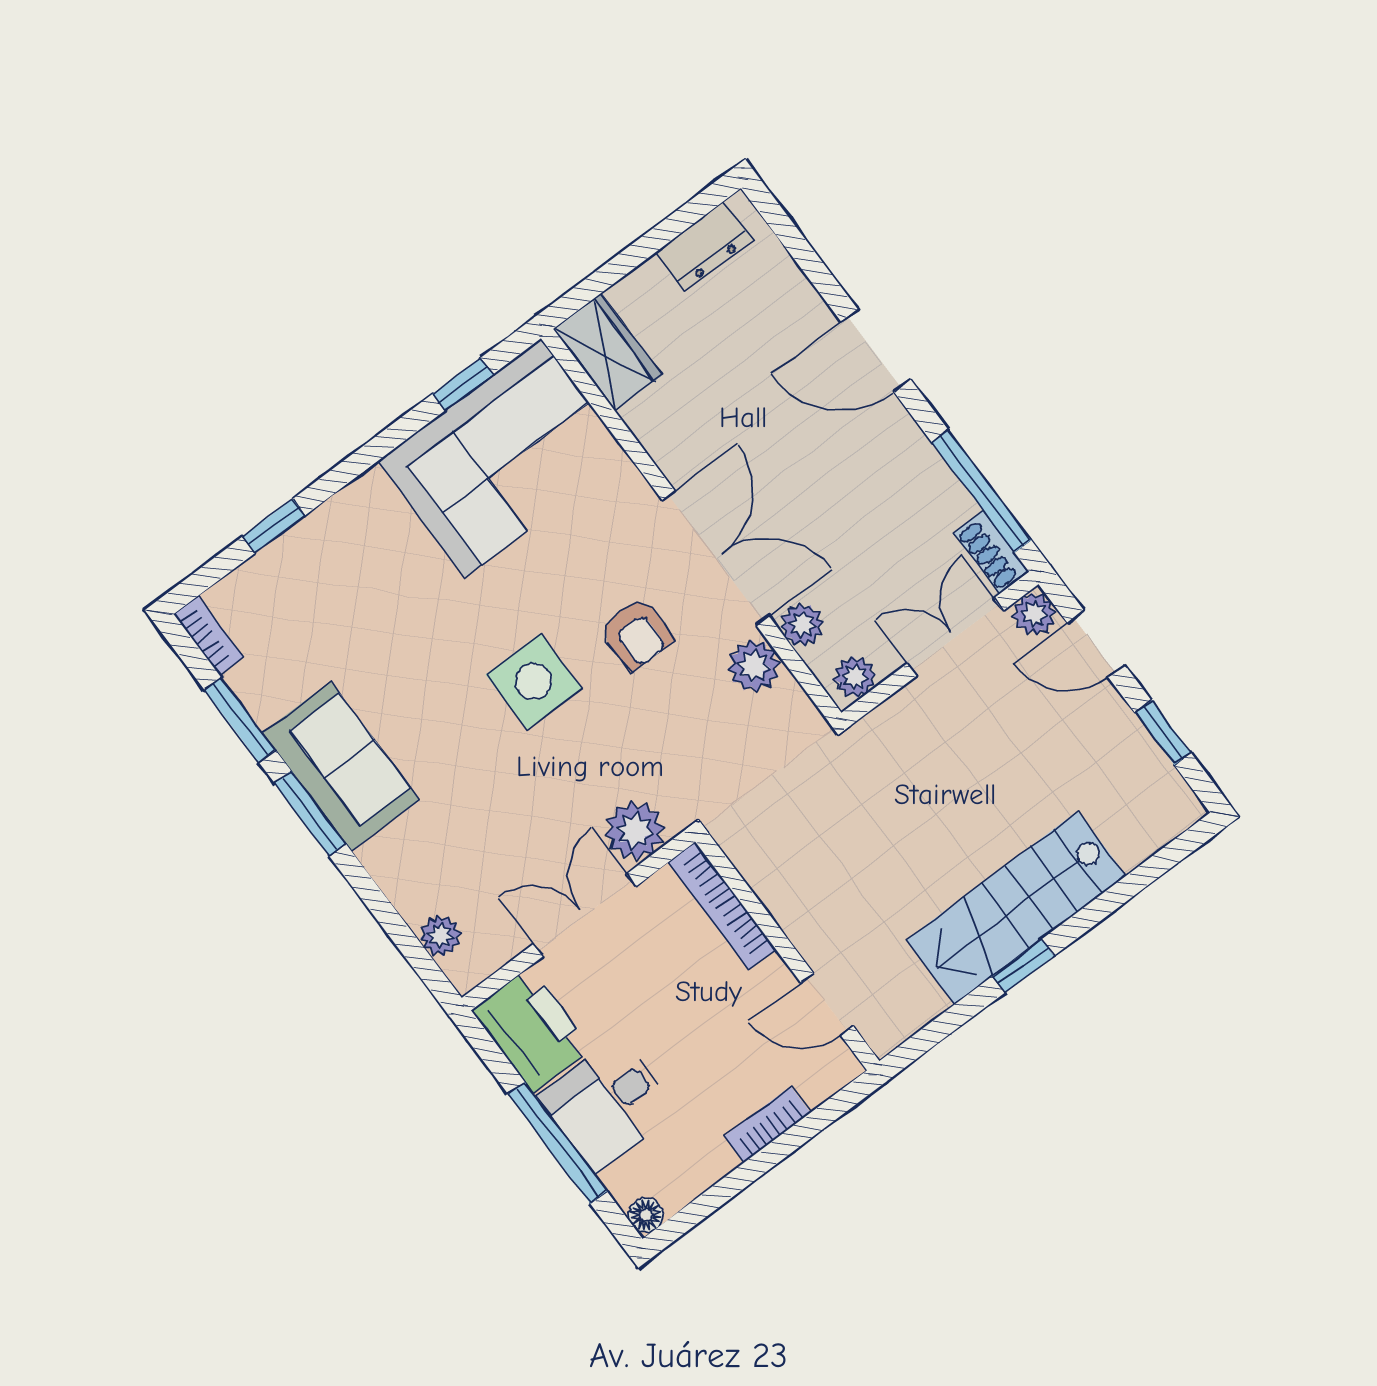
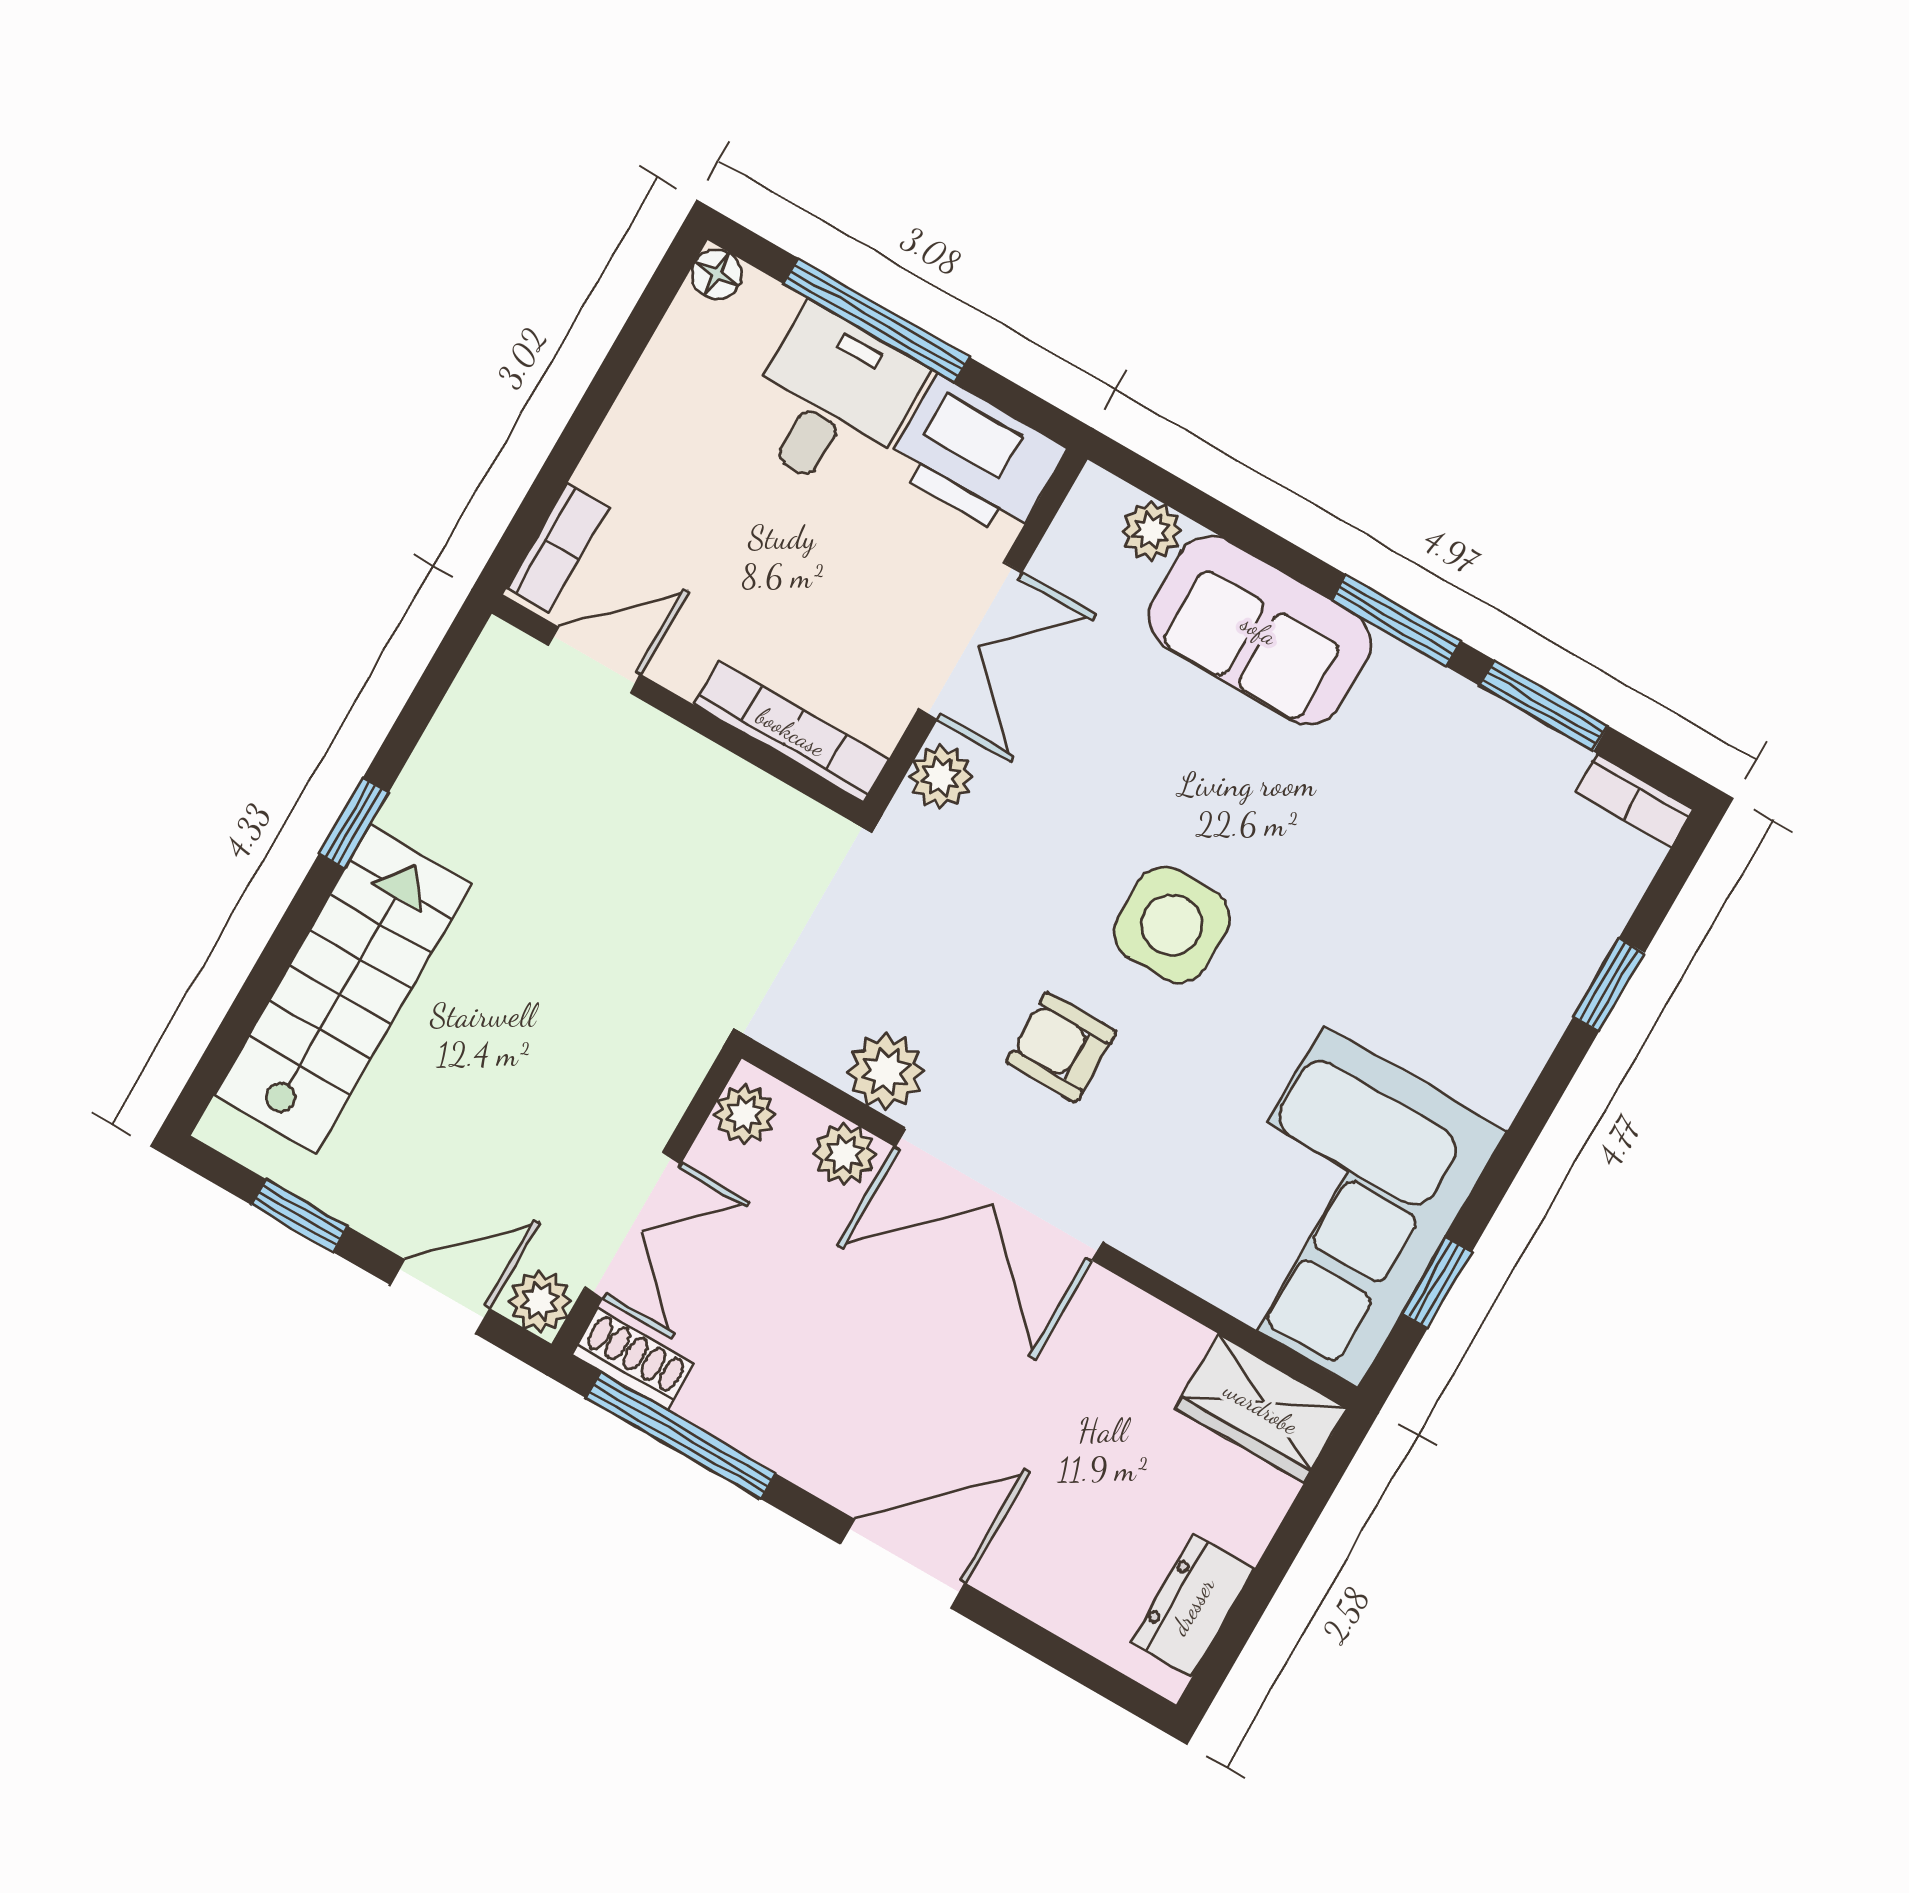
sofa: (341, 766) -> (1259, 630), moved
plant: (635, 831) -> (941, 777), width x0.73, depth x0.73
stairs: (1016, 908) -> (343, 989), moved
bookcase: (767, 1124) -> (558, 548), moved

